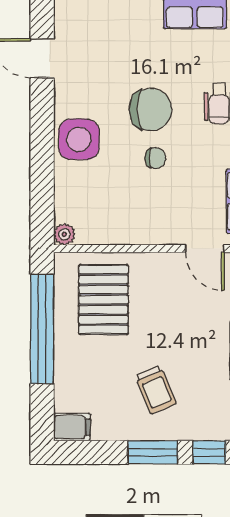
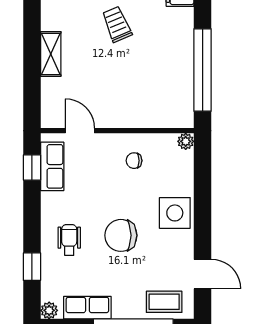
coffee table: (93, 21) -> (164, 302), added
chair: (155, 158) -> (134, 161), moved
pallet: (103, 300) -> (156, 92), removed

